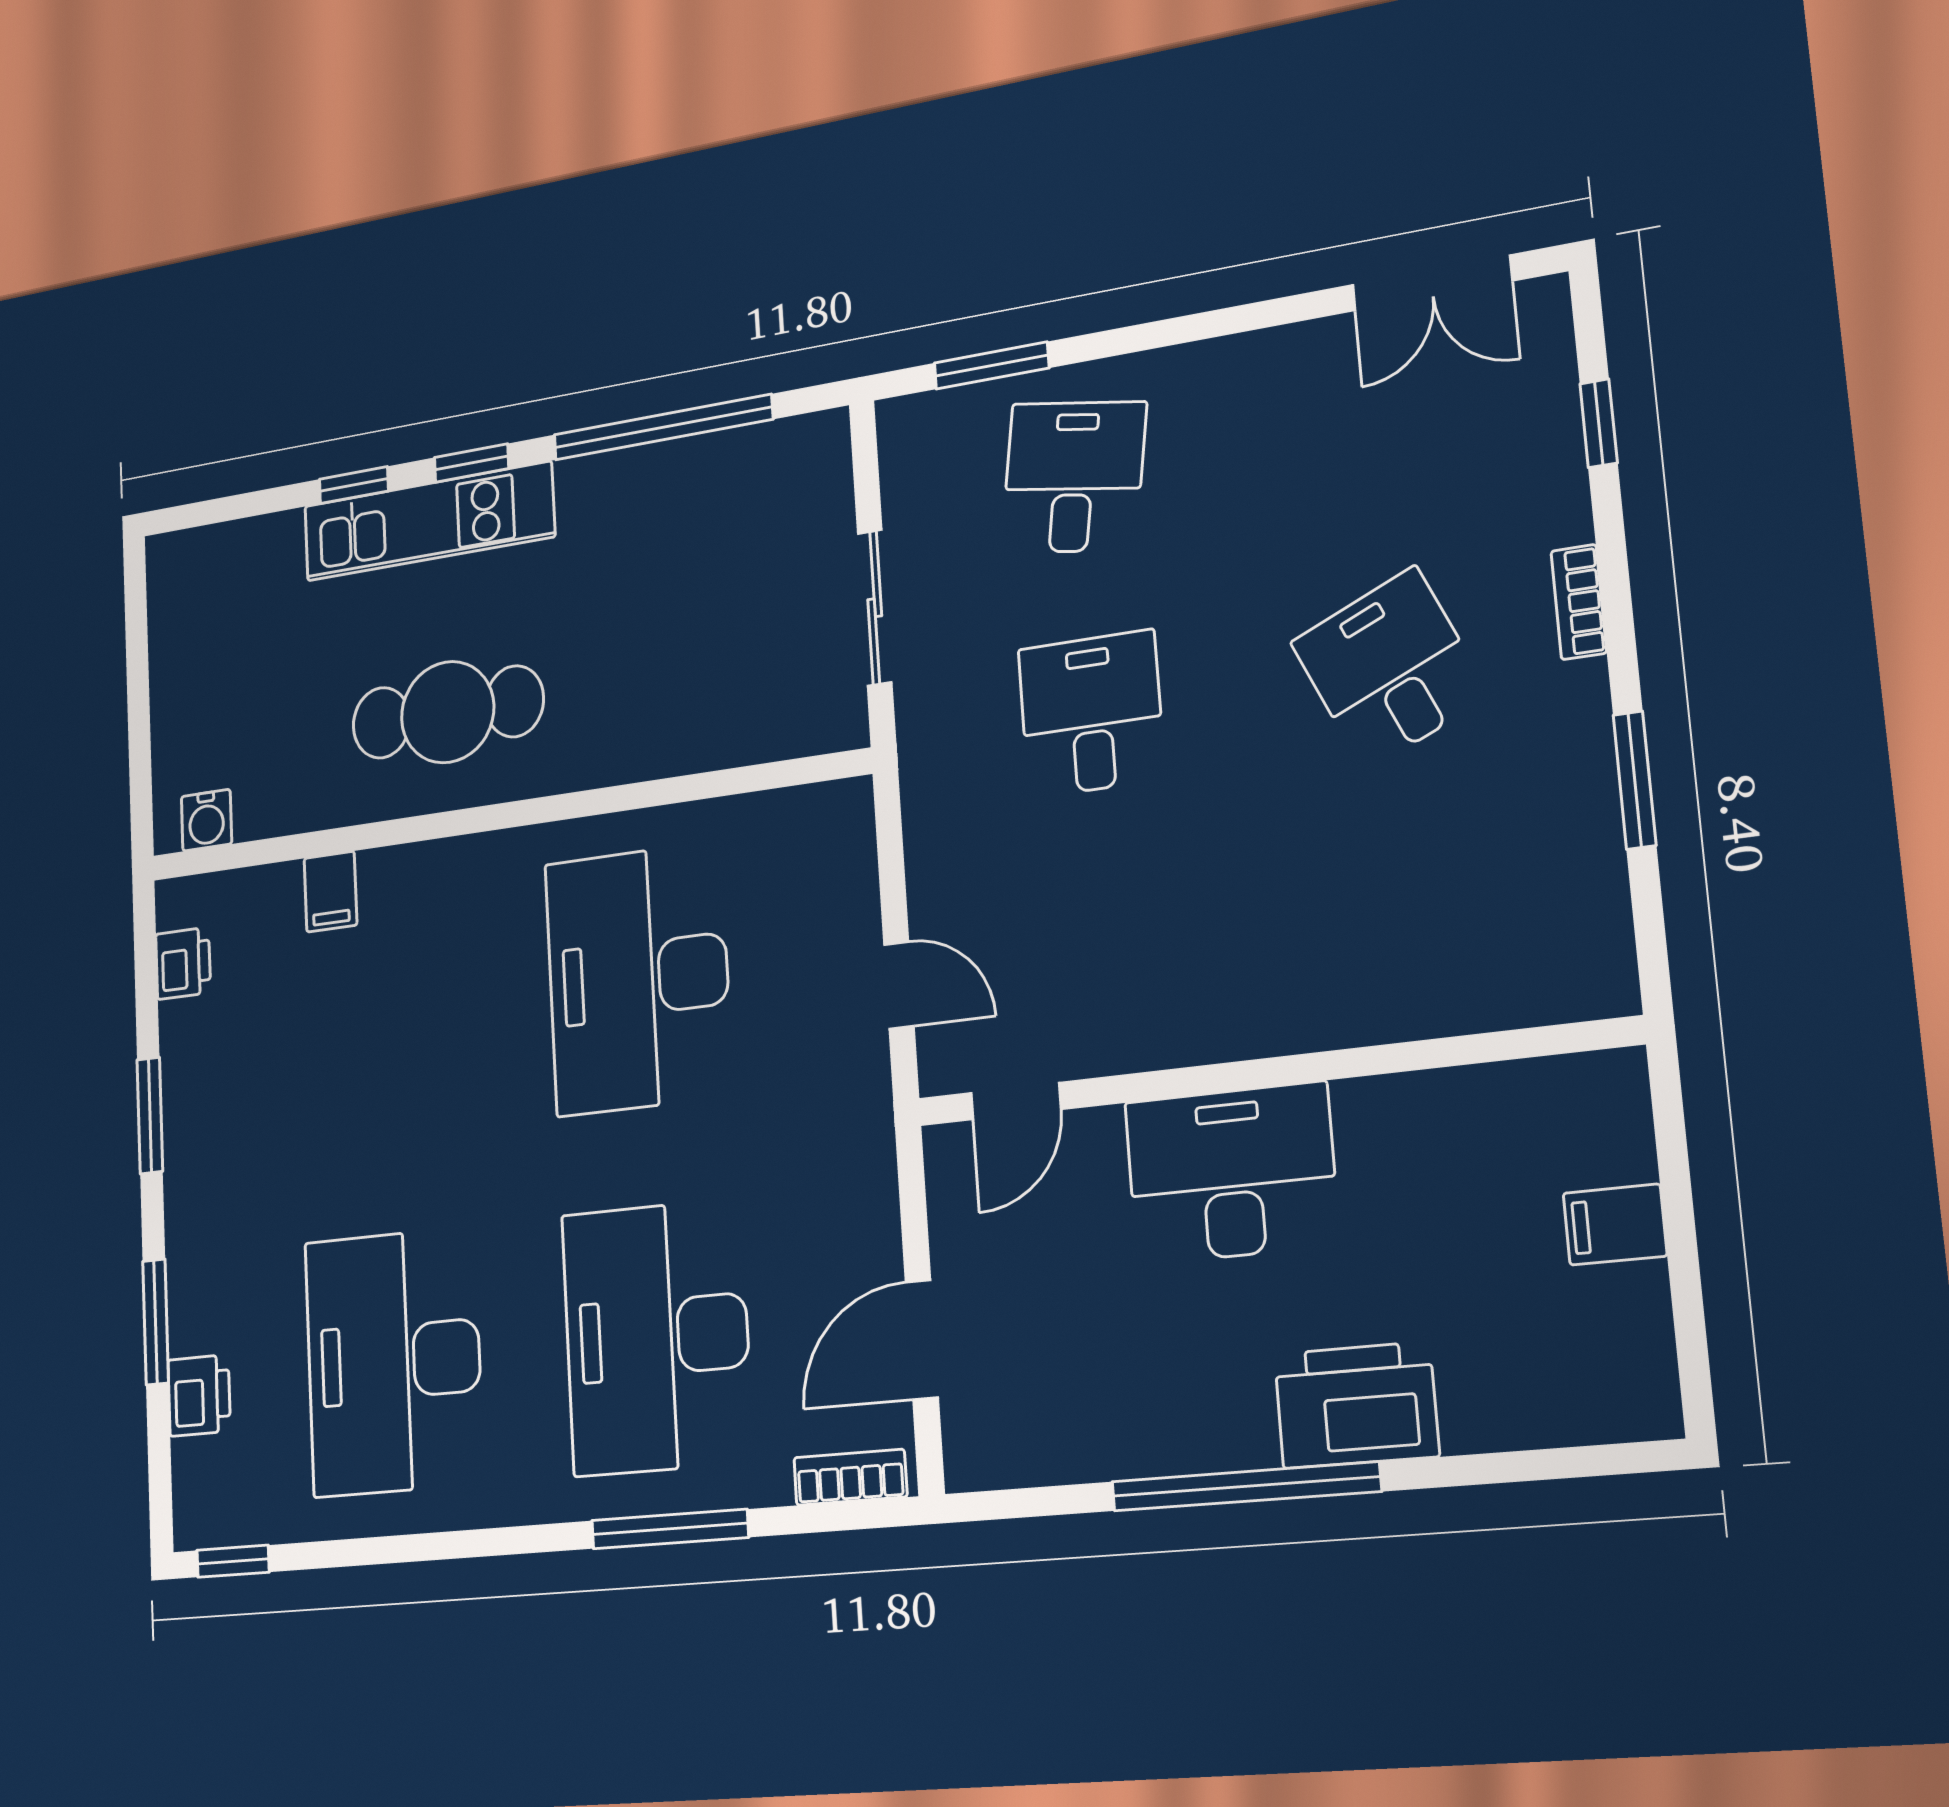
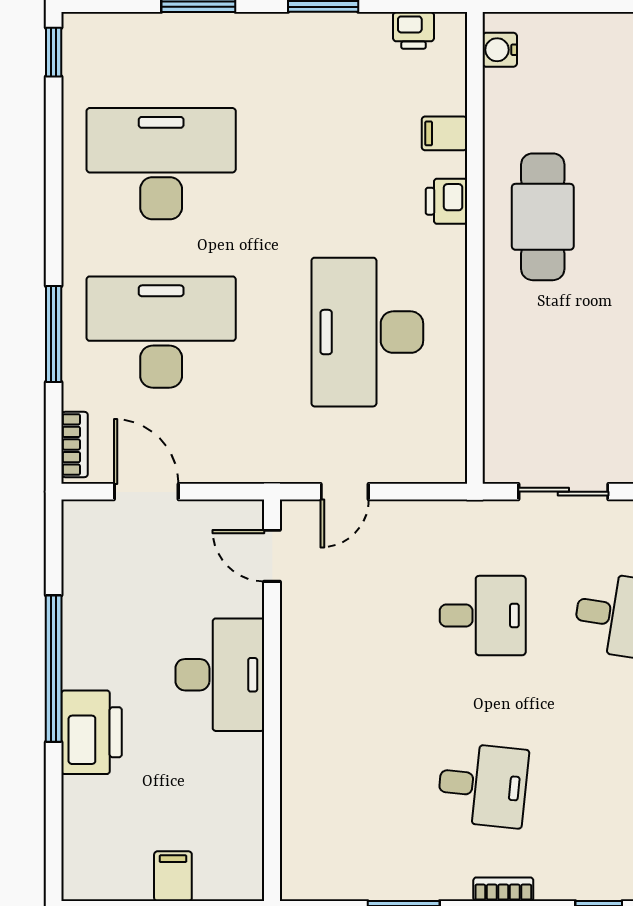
desk: (1390, 669) -> (483, 785), turned 30
desk: (638, 979) -> (367, 332), turned -90
printer: (199, 1395) -> (446, 201), moved, turned 90

